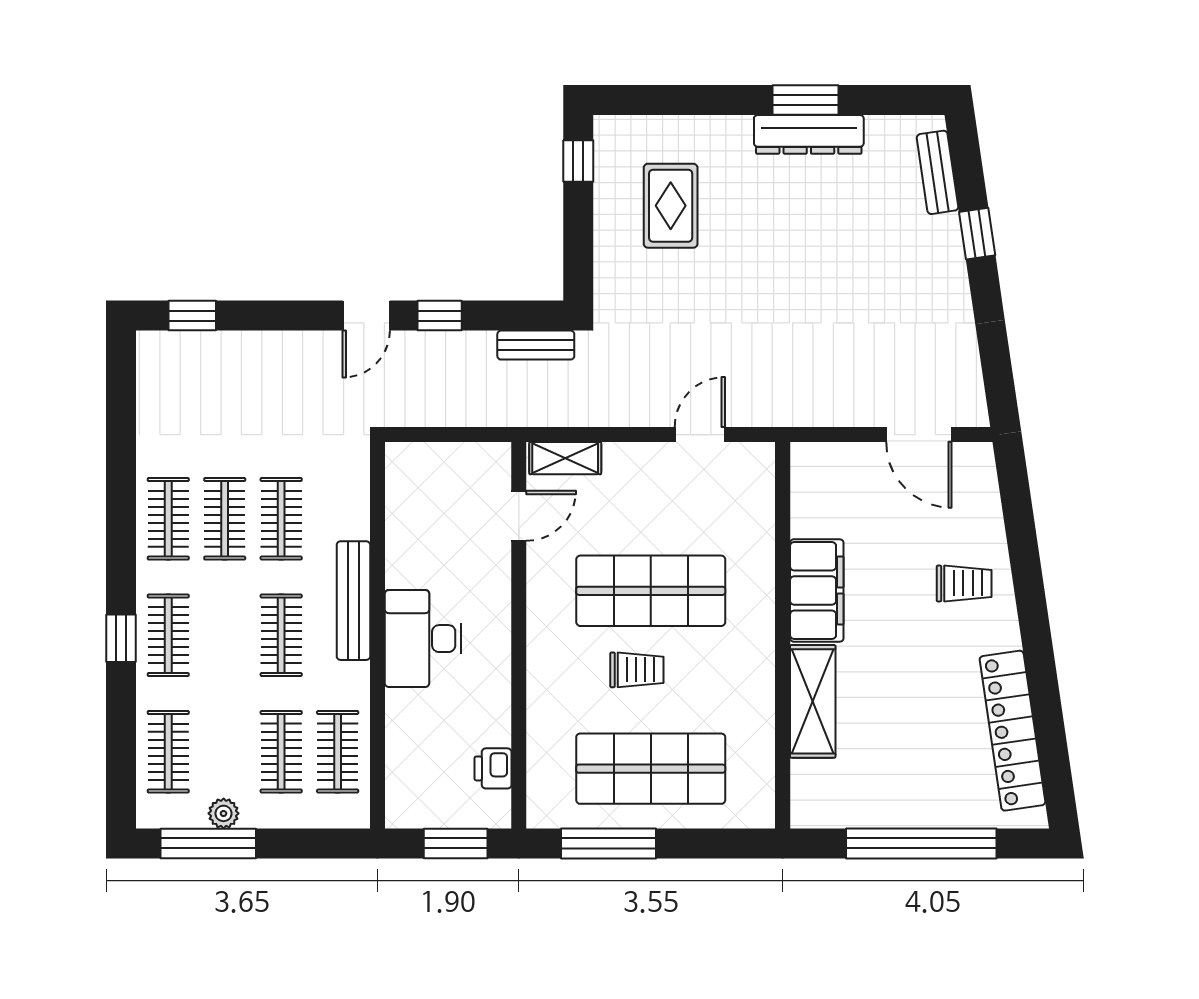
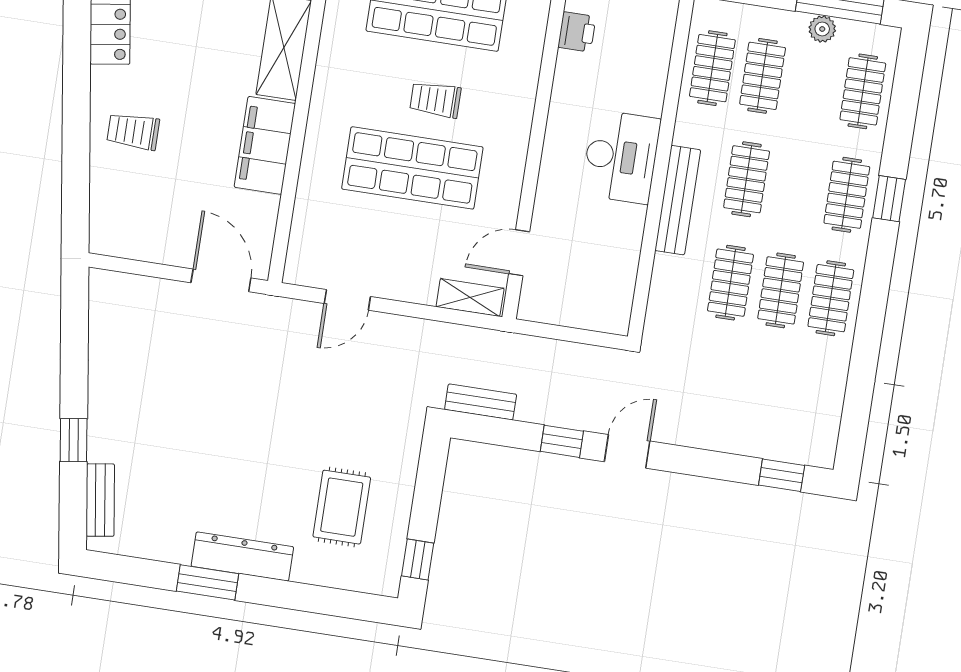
dresser: (809, 134) -> (242, 557), moved
door: (919, 435) -> (221, 280), moved

